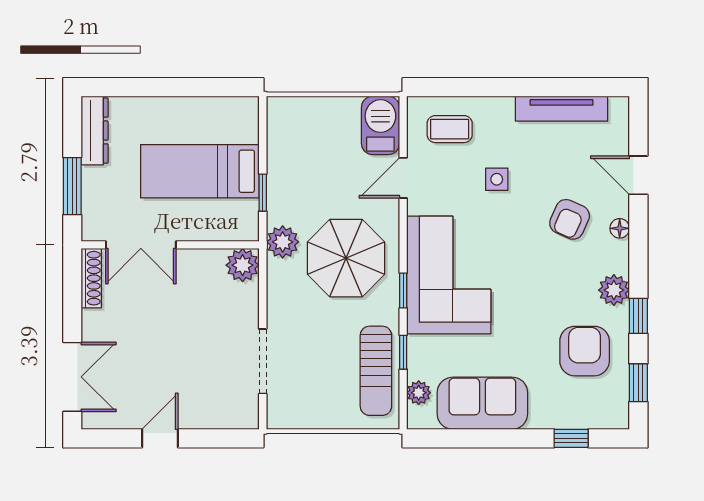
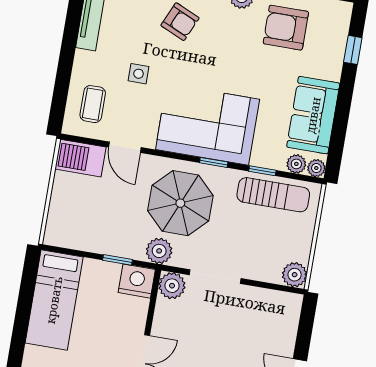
bed: (200, 171) -> (54, 300), moved
nightstand: (241, 221) -> (137, 281), added
doorway: (263, 361) -> (215, 277), moved
plant: (282, 414) -> (295, 275), added
plant: (418, 418) -> (316, 168), added

